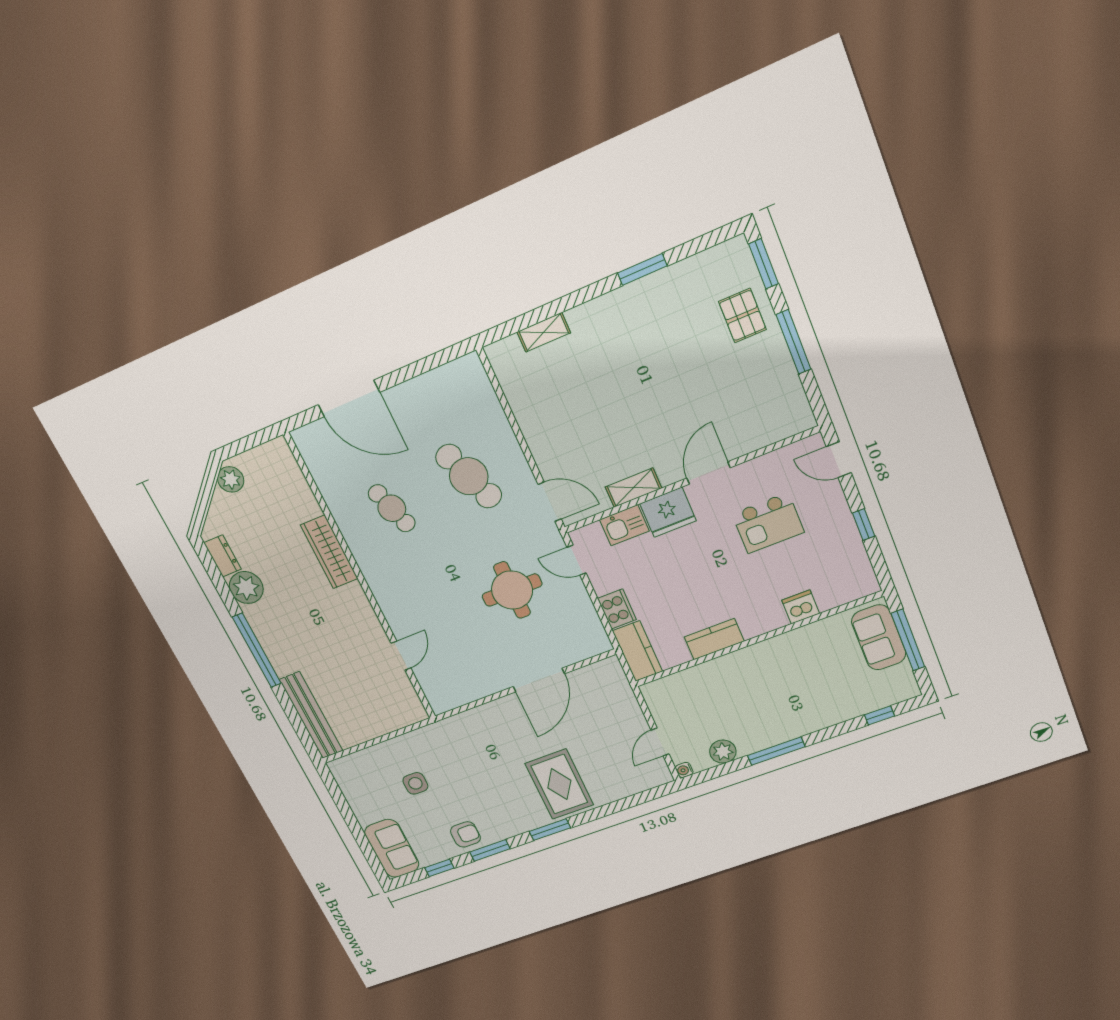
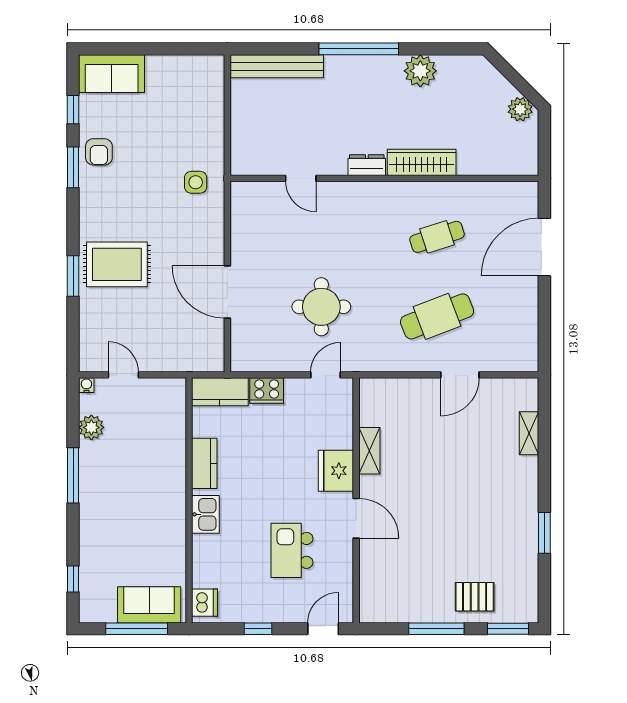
door: (550, 502) -> (460, 375), moved
kitchen sink: (624, 525) -> (205, 514), moved, turned 180
dresser: (222, 556) -> (367, 165), moved, turned 180
dishwasher: (801, 607) -> (205, 603), moved
side table: (415, 783) -> (196, 182), moved
window: (550, 830) -> (73, 276), moved

